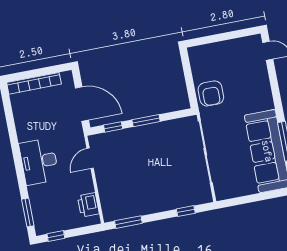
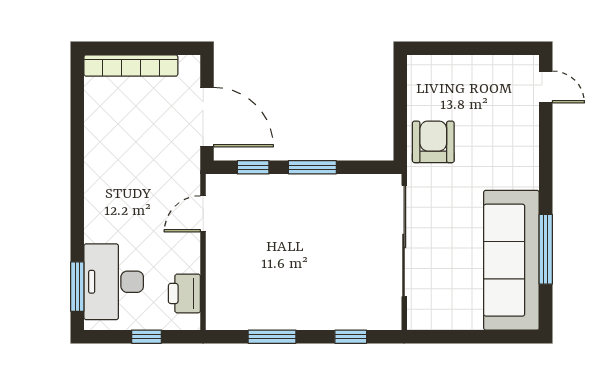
armchair: (211, 93) -> (433, 142), turned 180
desk: (39, 161) -> (114, 282), moved
window: (128, 222) -> (272, 337), moved
window: (56, 236) -> (146, 337), moved

